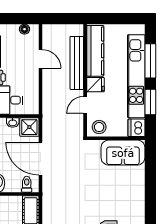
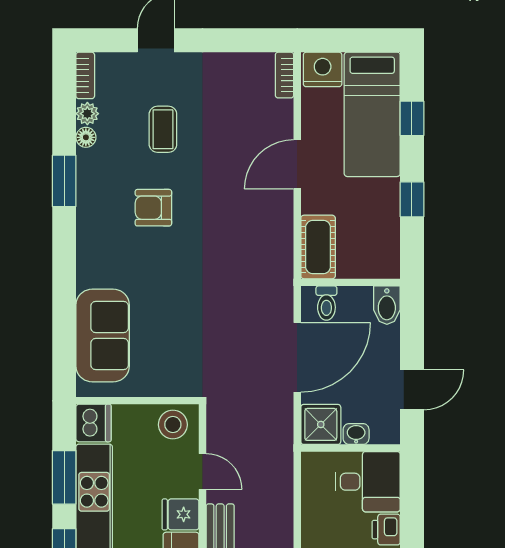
door: (85, 105) -> (203, 472), hinge flipped
sofa: (123, 153) -> (103, 335), moved, turned 90
door: (40, 159) -> (297, 357), hinge flipped

